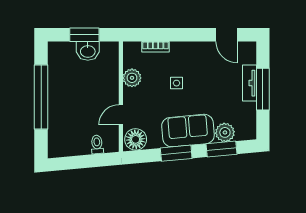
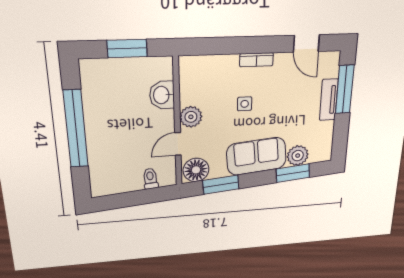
bookcase: (156, 47) -> (256, 60), moved
washbasin: (88, 51) -> (162, 95), moved, turned 90
plant: (132, 78) -> (191, 117), moved
window: (263, 89) -> (345, 89), moved
window: (176, 153) -> (221, 185), moved

